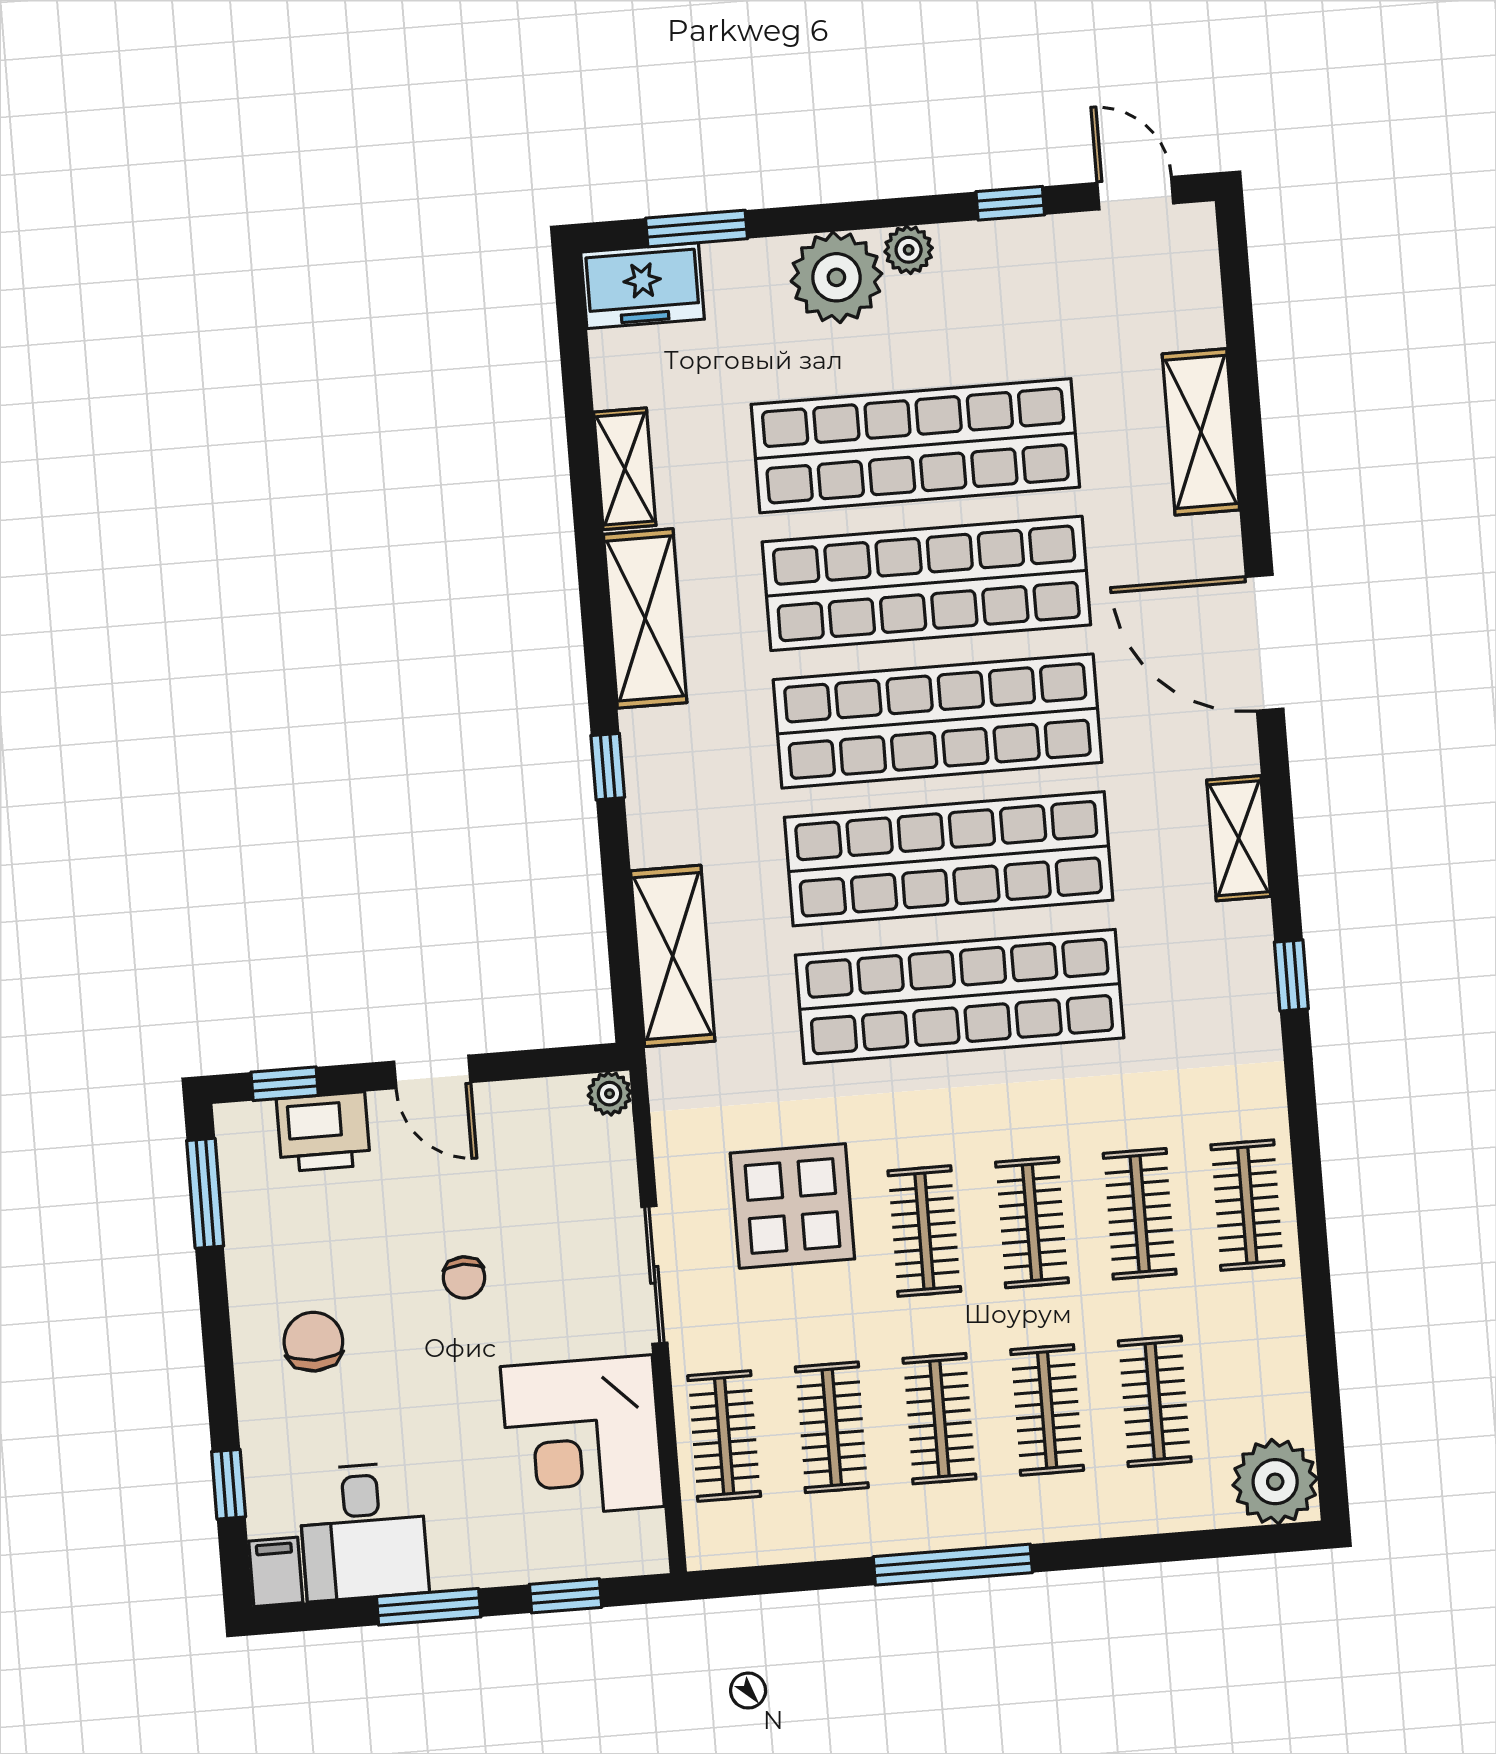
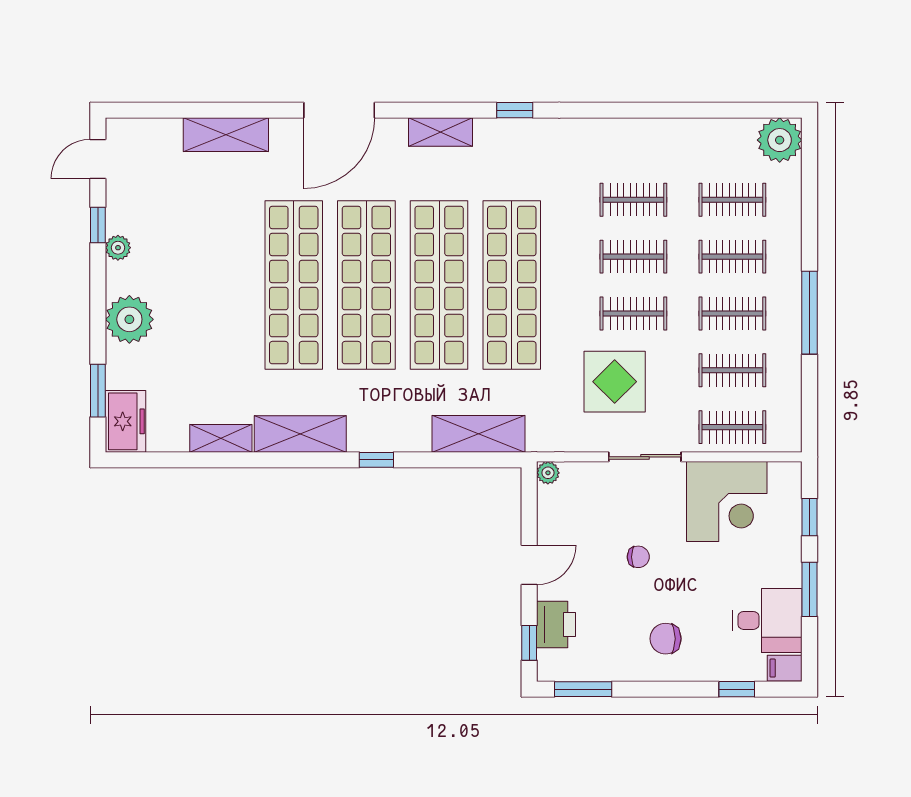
plant: (909, 250) -> (118, 248), moved
shop shelf: (915, 446) -> (221, 285), removed
clothes rail: (1247, 1205) -> (633, 143), removed

